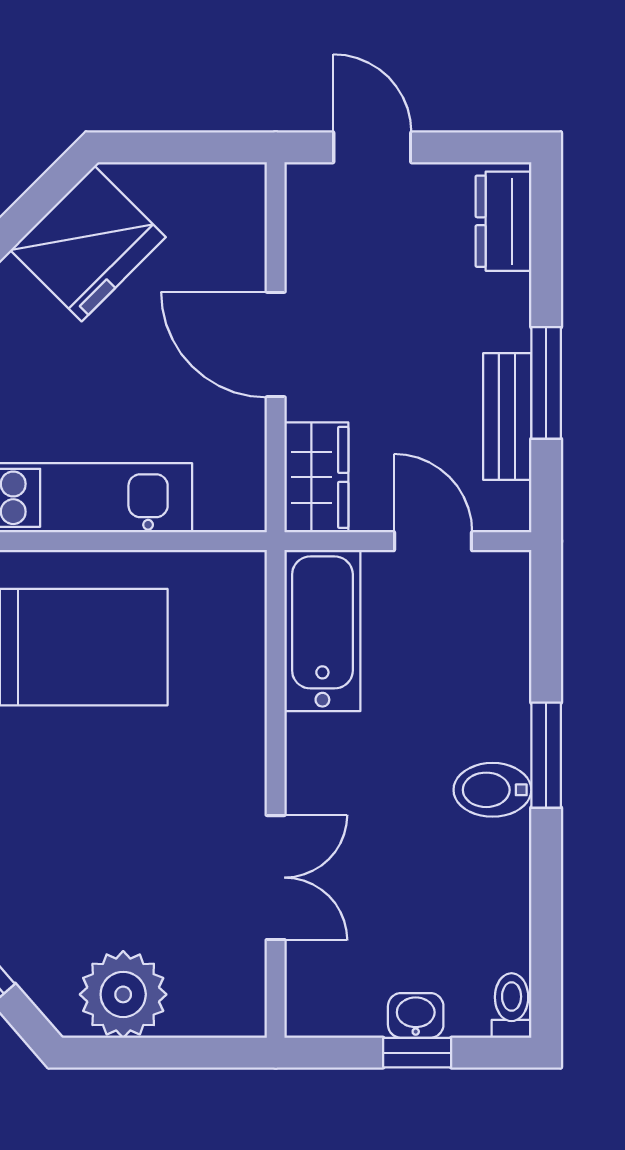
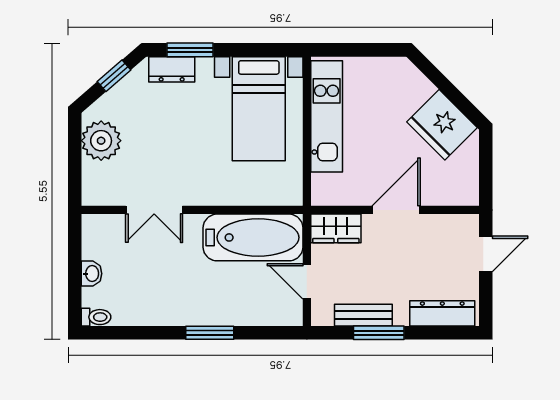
dresser: (503, 221) -> (442, 313), width x1.44
door: (433, 541) -> (307, 281), swing flipped
bathtub: (322, 630) -> (253, 237), width x1.36, depth x1.36
bidet: (492, 790) -> (194, 308), removed
window: (417, 1053) -> (75, 274), removed

